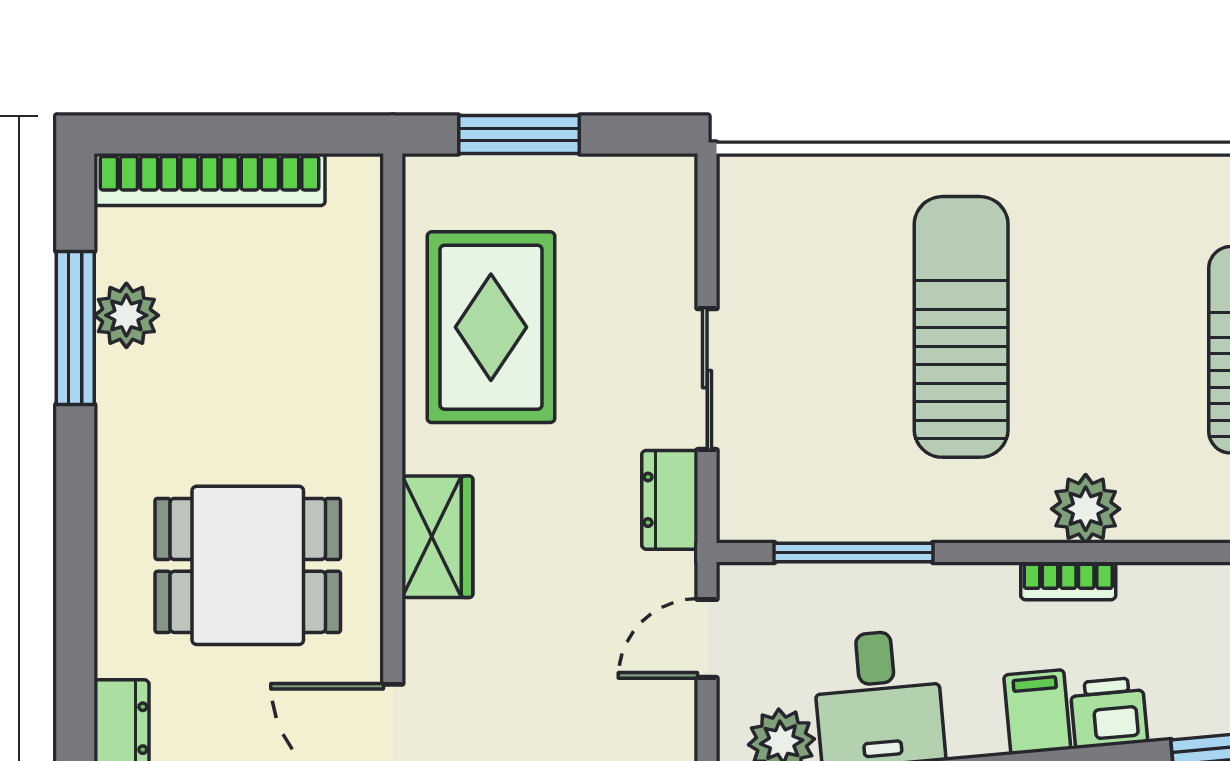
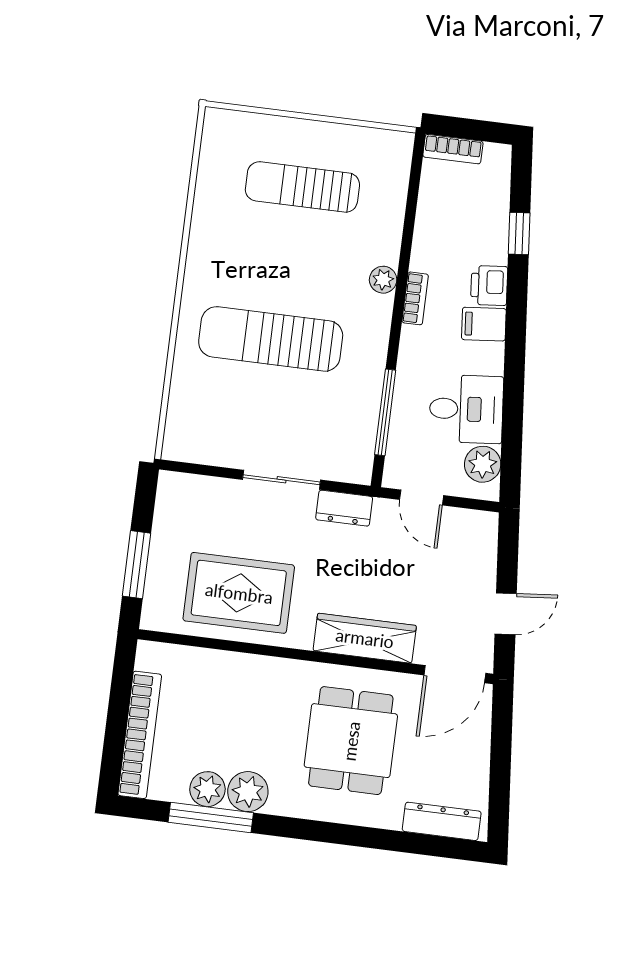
plant: (131, 390) -> (248, 792), added
plant: (1086, 509) -> (383, 280), width x0.73, depth x0.73
wardrobe: (437, 537) -> (365, 638), width x1.50

